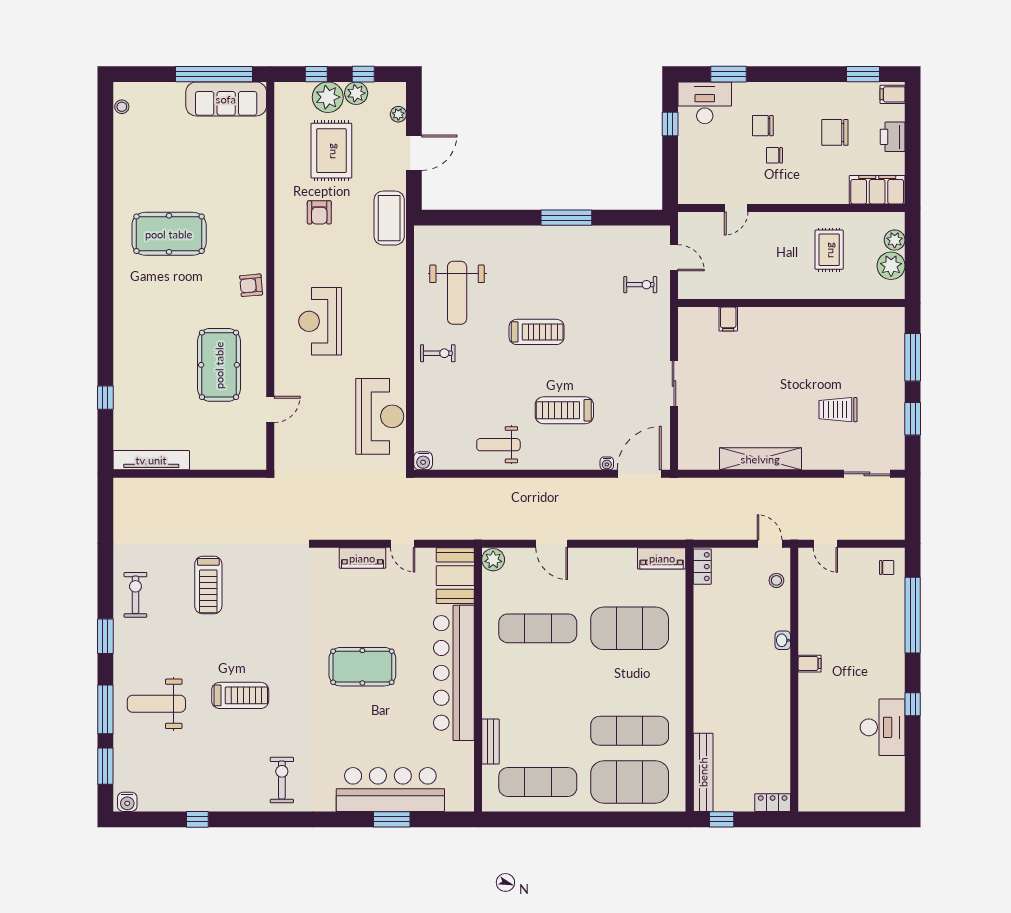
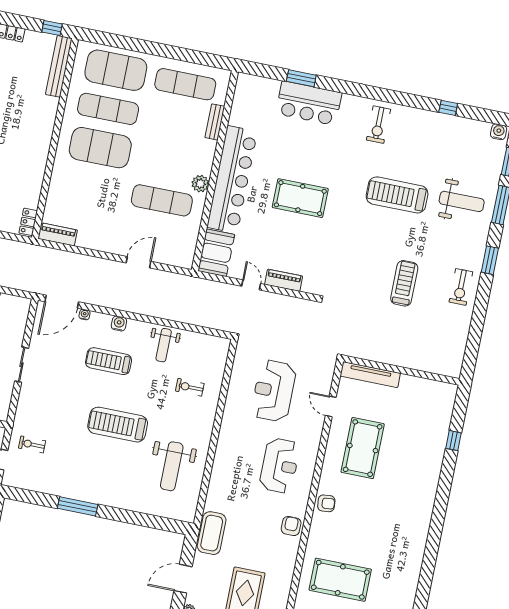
armchair: (319, 212) -> (291, 526), moved
pool table: (169, 234) -> (340, 580), moved
weight bench: (457, 293) -> (172, 466), turned 180
treadmill: (537, 332) -> (118, 425), width x1.37, depth x1.38
exercise bike: (438, 353) -> (190, 387), moved
door: (270, 410) -> (331, 406), hinge flipped
treadmill: (564, 410) -> (109, 361), turned 180
reception desk: (380, 416) -> (274, 391), moved
weight bench: (498, 445) -> (164, 345), turned 90
tv unit: (151, 460) -> (370, 375), moved
water cooler: (423, 461) -> (119, 323), moved
door: (552, 544) -> (138, 262), hinge flipped
plant: (493, 560) -> (200, 184), moved
exercise mat: (630, 628) -> (100, 148), moved
treadmill: (240, 695) -> (397, 195), width x1.37, depth x1.37
bar counter: (390, 789) -> (309, 103), width x0.73

